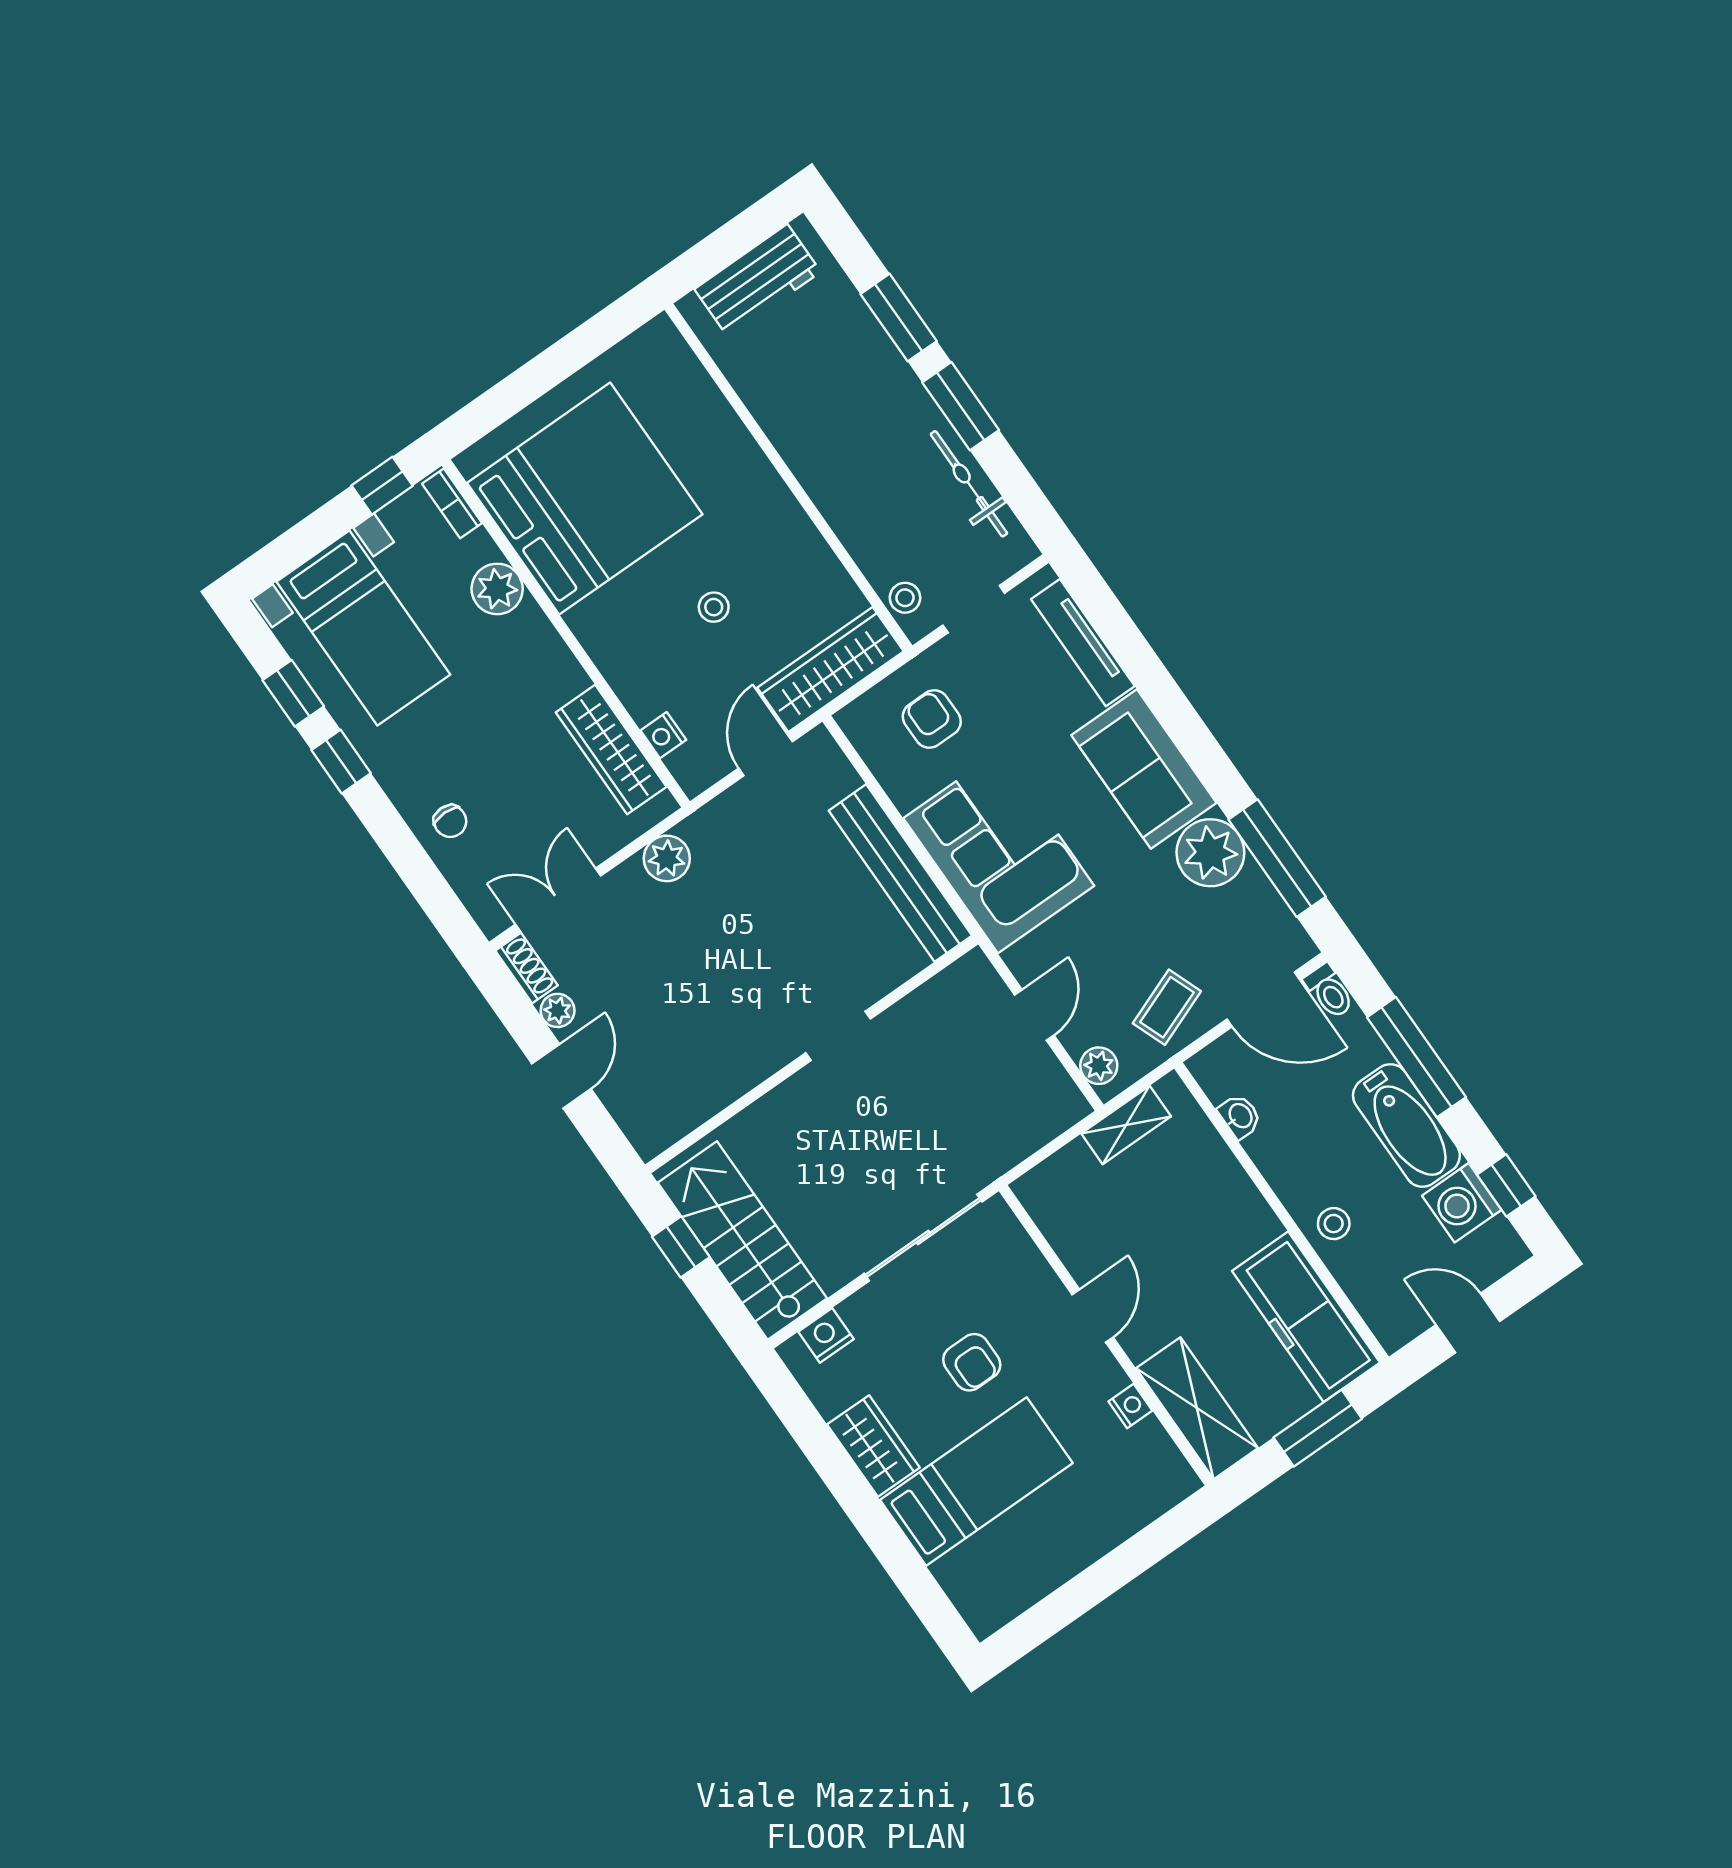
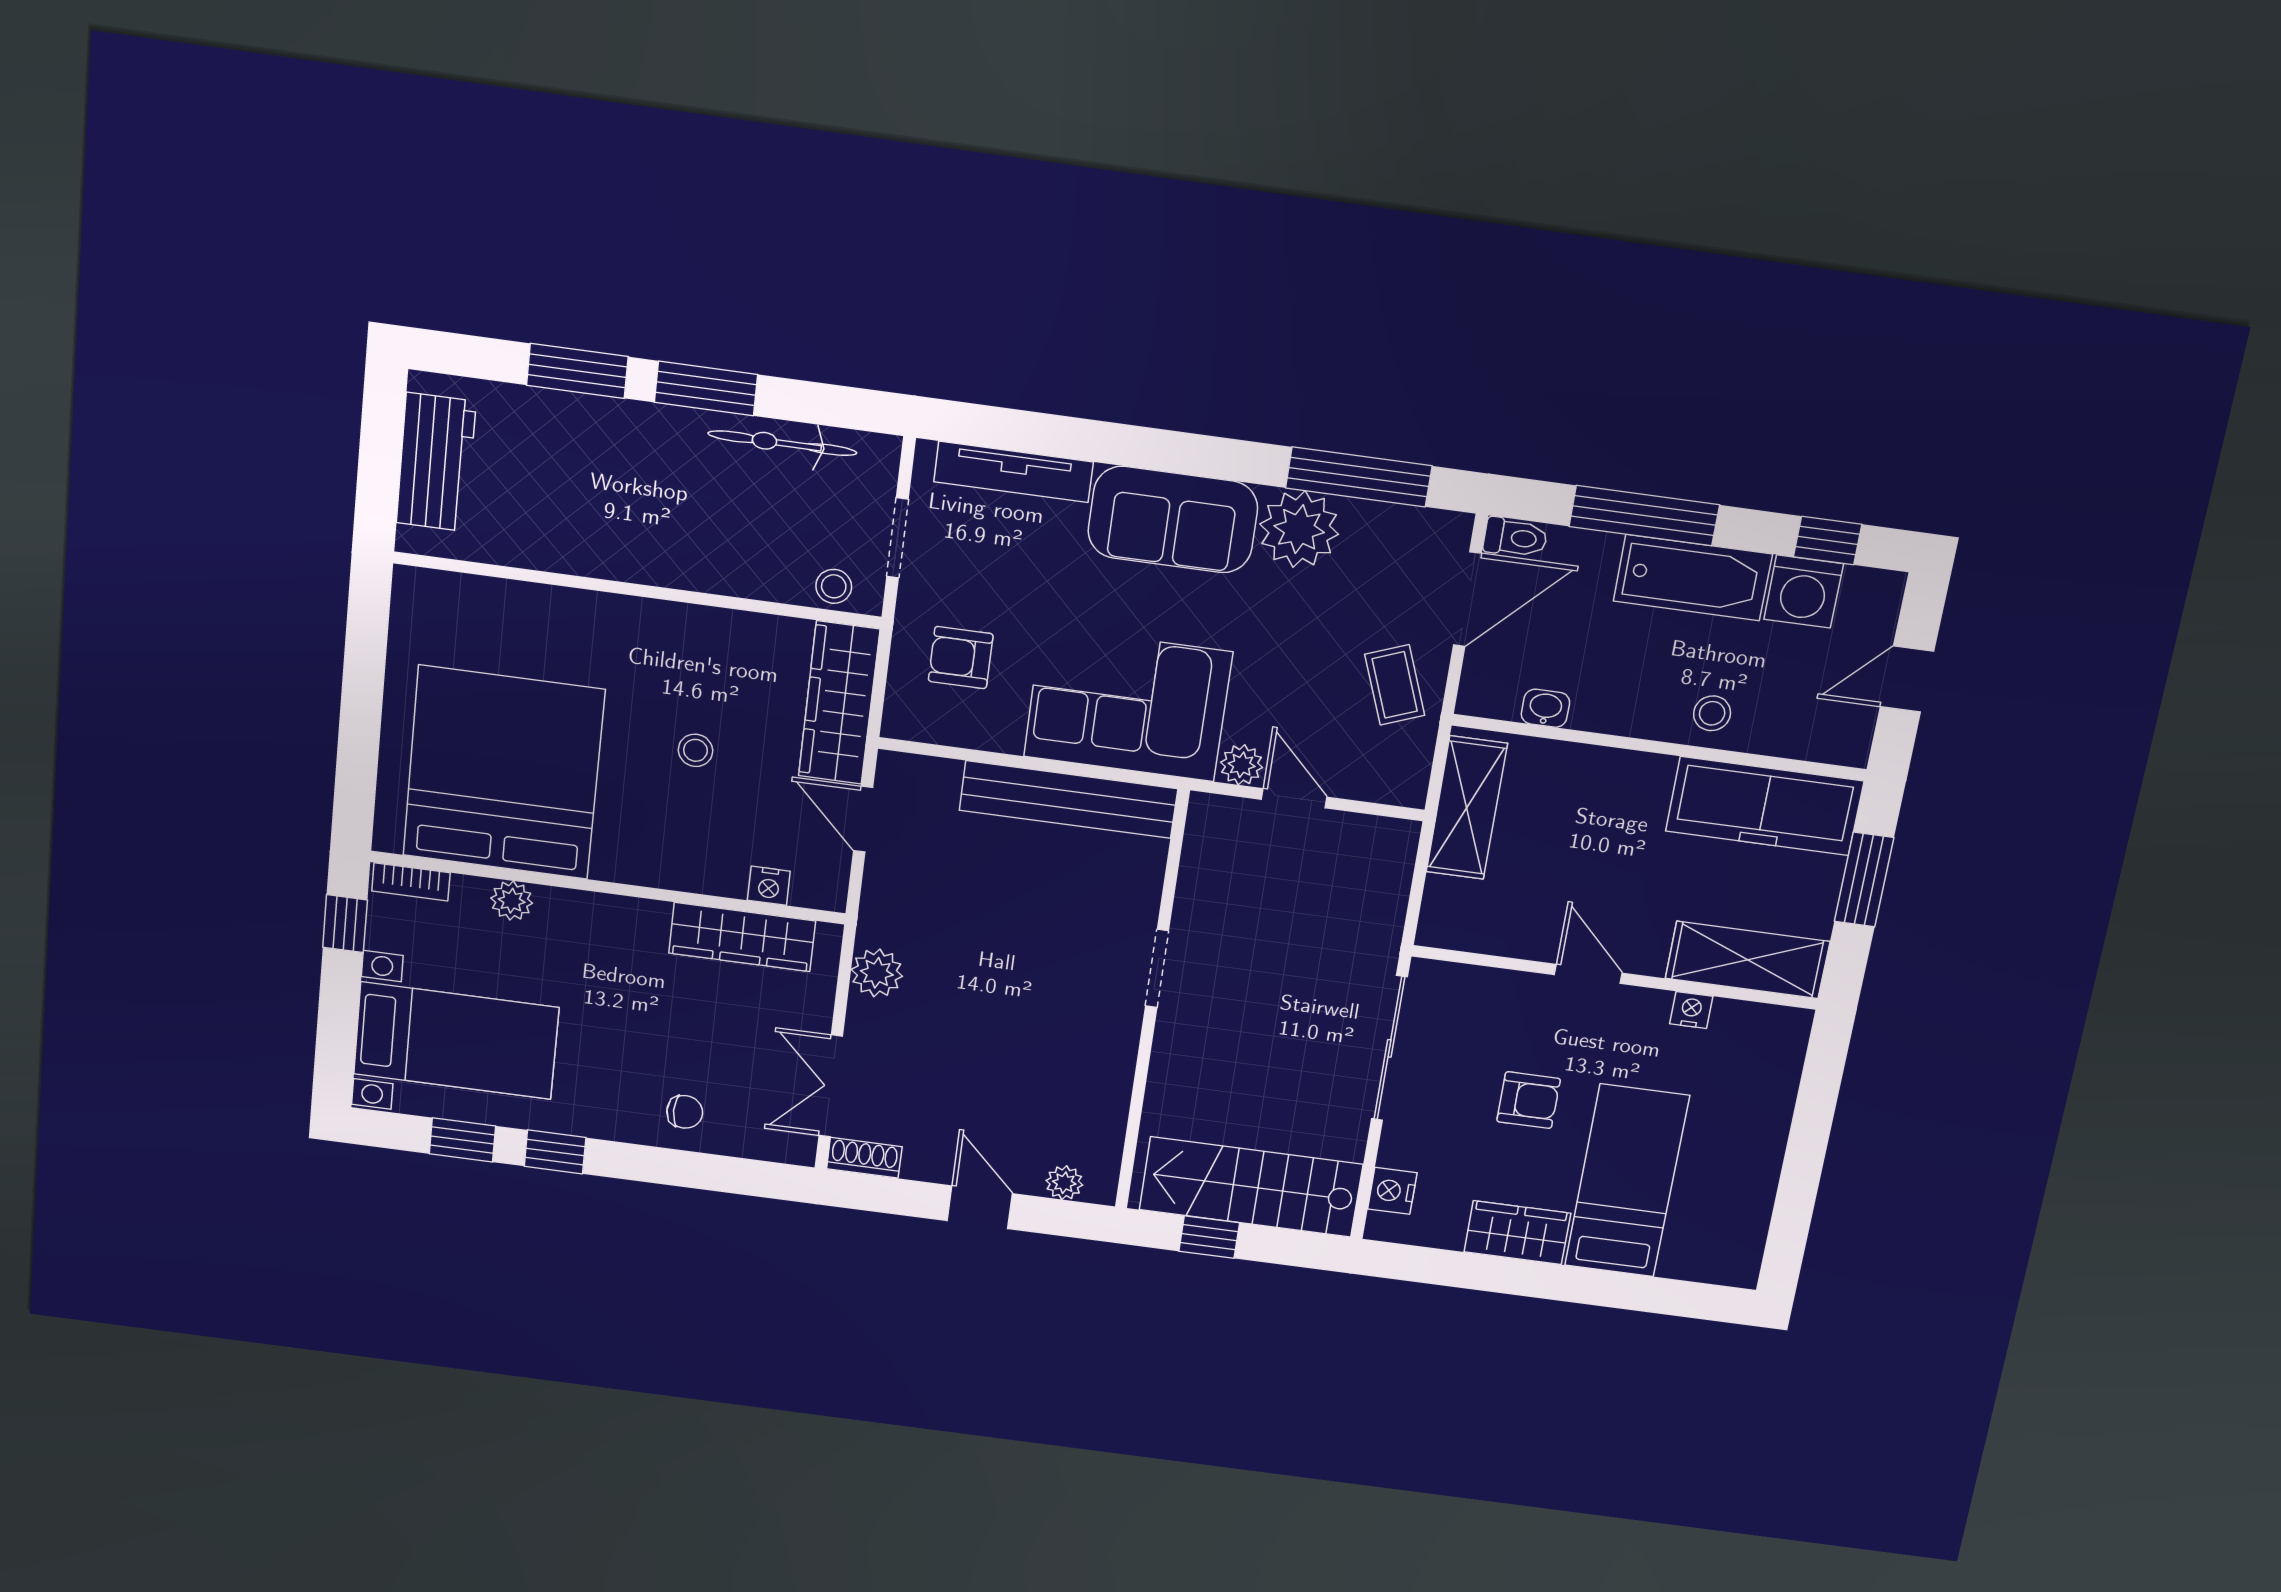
plant: (497, 589) -> (512, 901), width x0.73, depth x0.73
plant: (558, 1010) -> (1064, 1183), moved
plant: (1099, 1066) -> (1242, 765), moved
shelving: (1126, 1125) -> (1467, 808), width x1.50, depth x1.33

